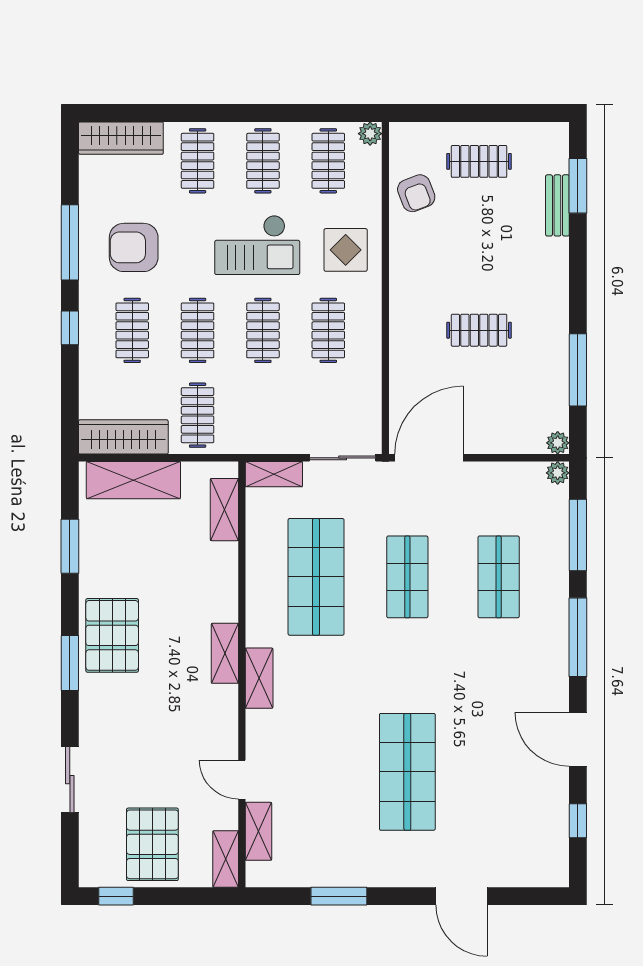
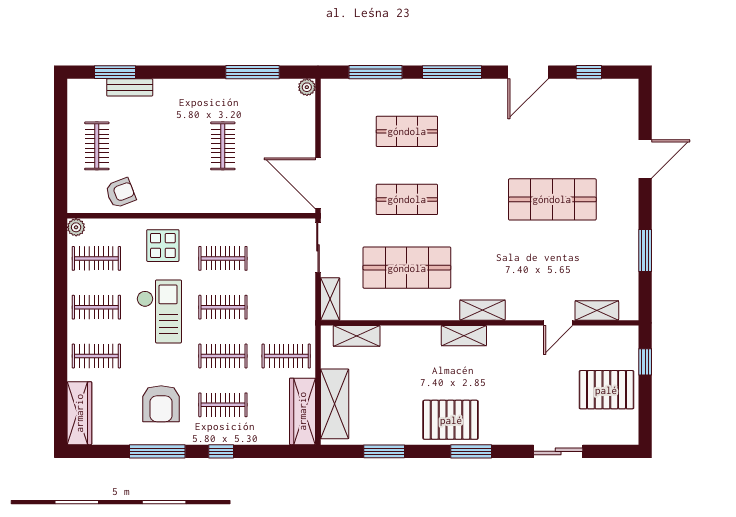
plant: (558, 473) -> (329, 87), removed
shelving: (226, 859) -> (617, 335), removed
window: (116, 896) -> (645, 362), moved

